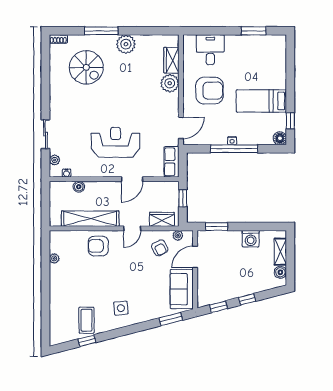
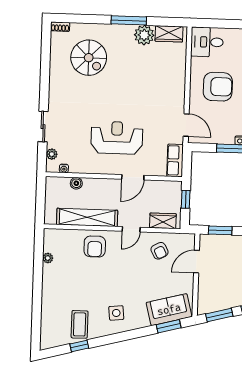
window: (101, 31) -> (129, 20), moved
plant: (126, 44) -> (144, 35), moved
desk: (210, 50) -> (207, 42), moved, turned -90
wardrobe: (171, 60) -> (169, 34), moved, turned -90
plant: (170, 83) -> (176, 77), removed
door: (181, 128) -> (186, 125), hinge flipped
plant: (178, 235) -> (179, 238), removed
armchair: (98, 246) -> (95, 246), turned -90
sofa: (182, 289) -> (169, 310), moved, turned 76
window: (218, 307) -> (219, 315), width x1.50

